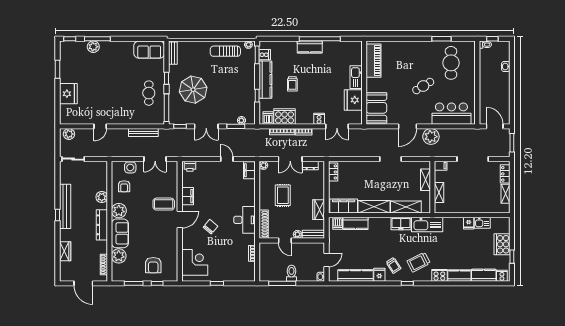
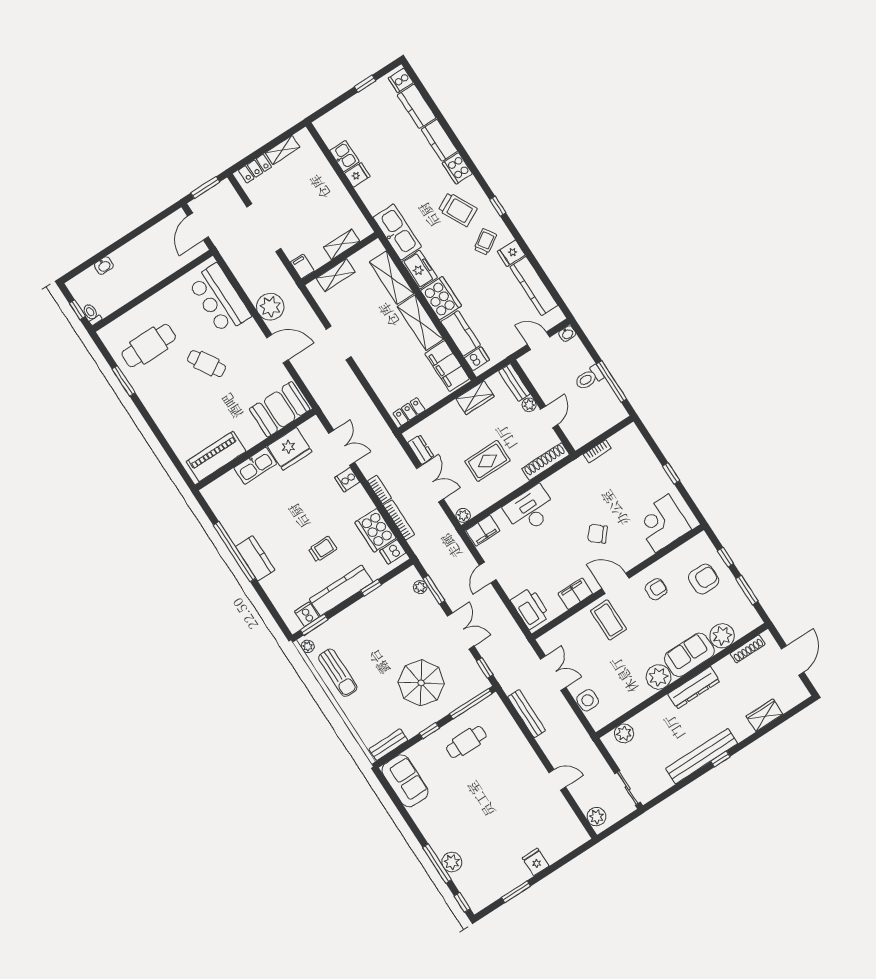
fridge: (68, 94) -> (536, 862), width x0.53, depth x0.75
printer: (190, 166) -> (530, 608), width x1.87, depth x1.48
armchair: (124, 186) -> (656, 589), moved
plant: (102, 197) -> (624, 733), moved
desk: (244, 220) -> (530, 510), moved
cooker: (502, 244) -> (441, 298), moved, turned -90

